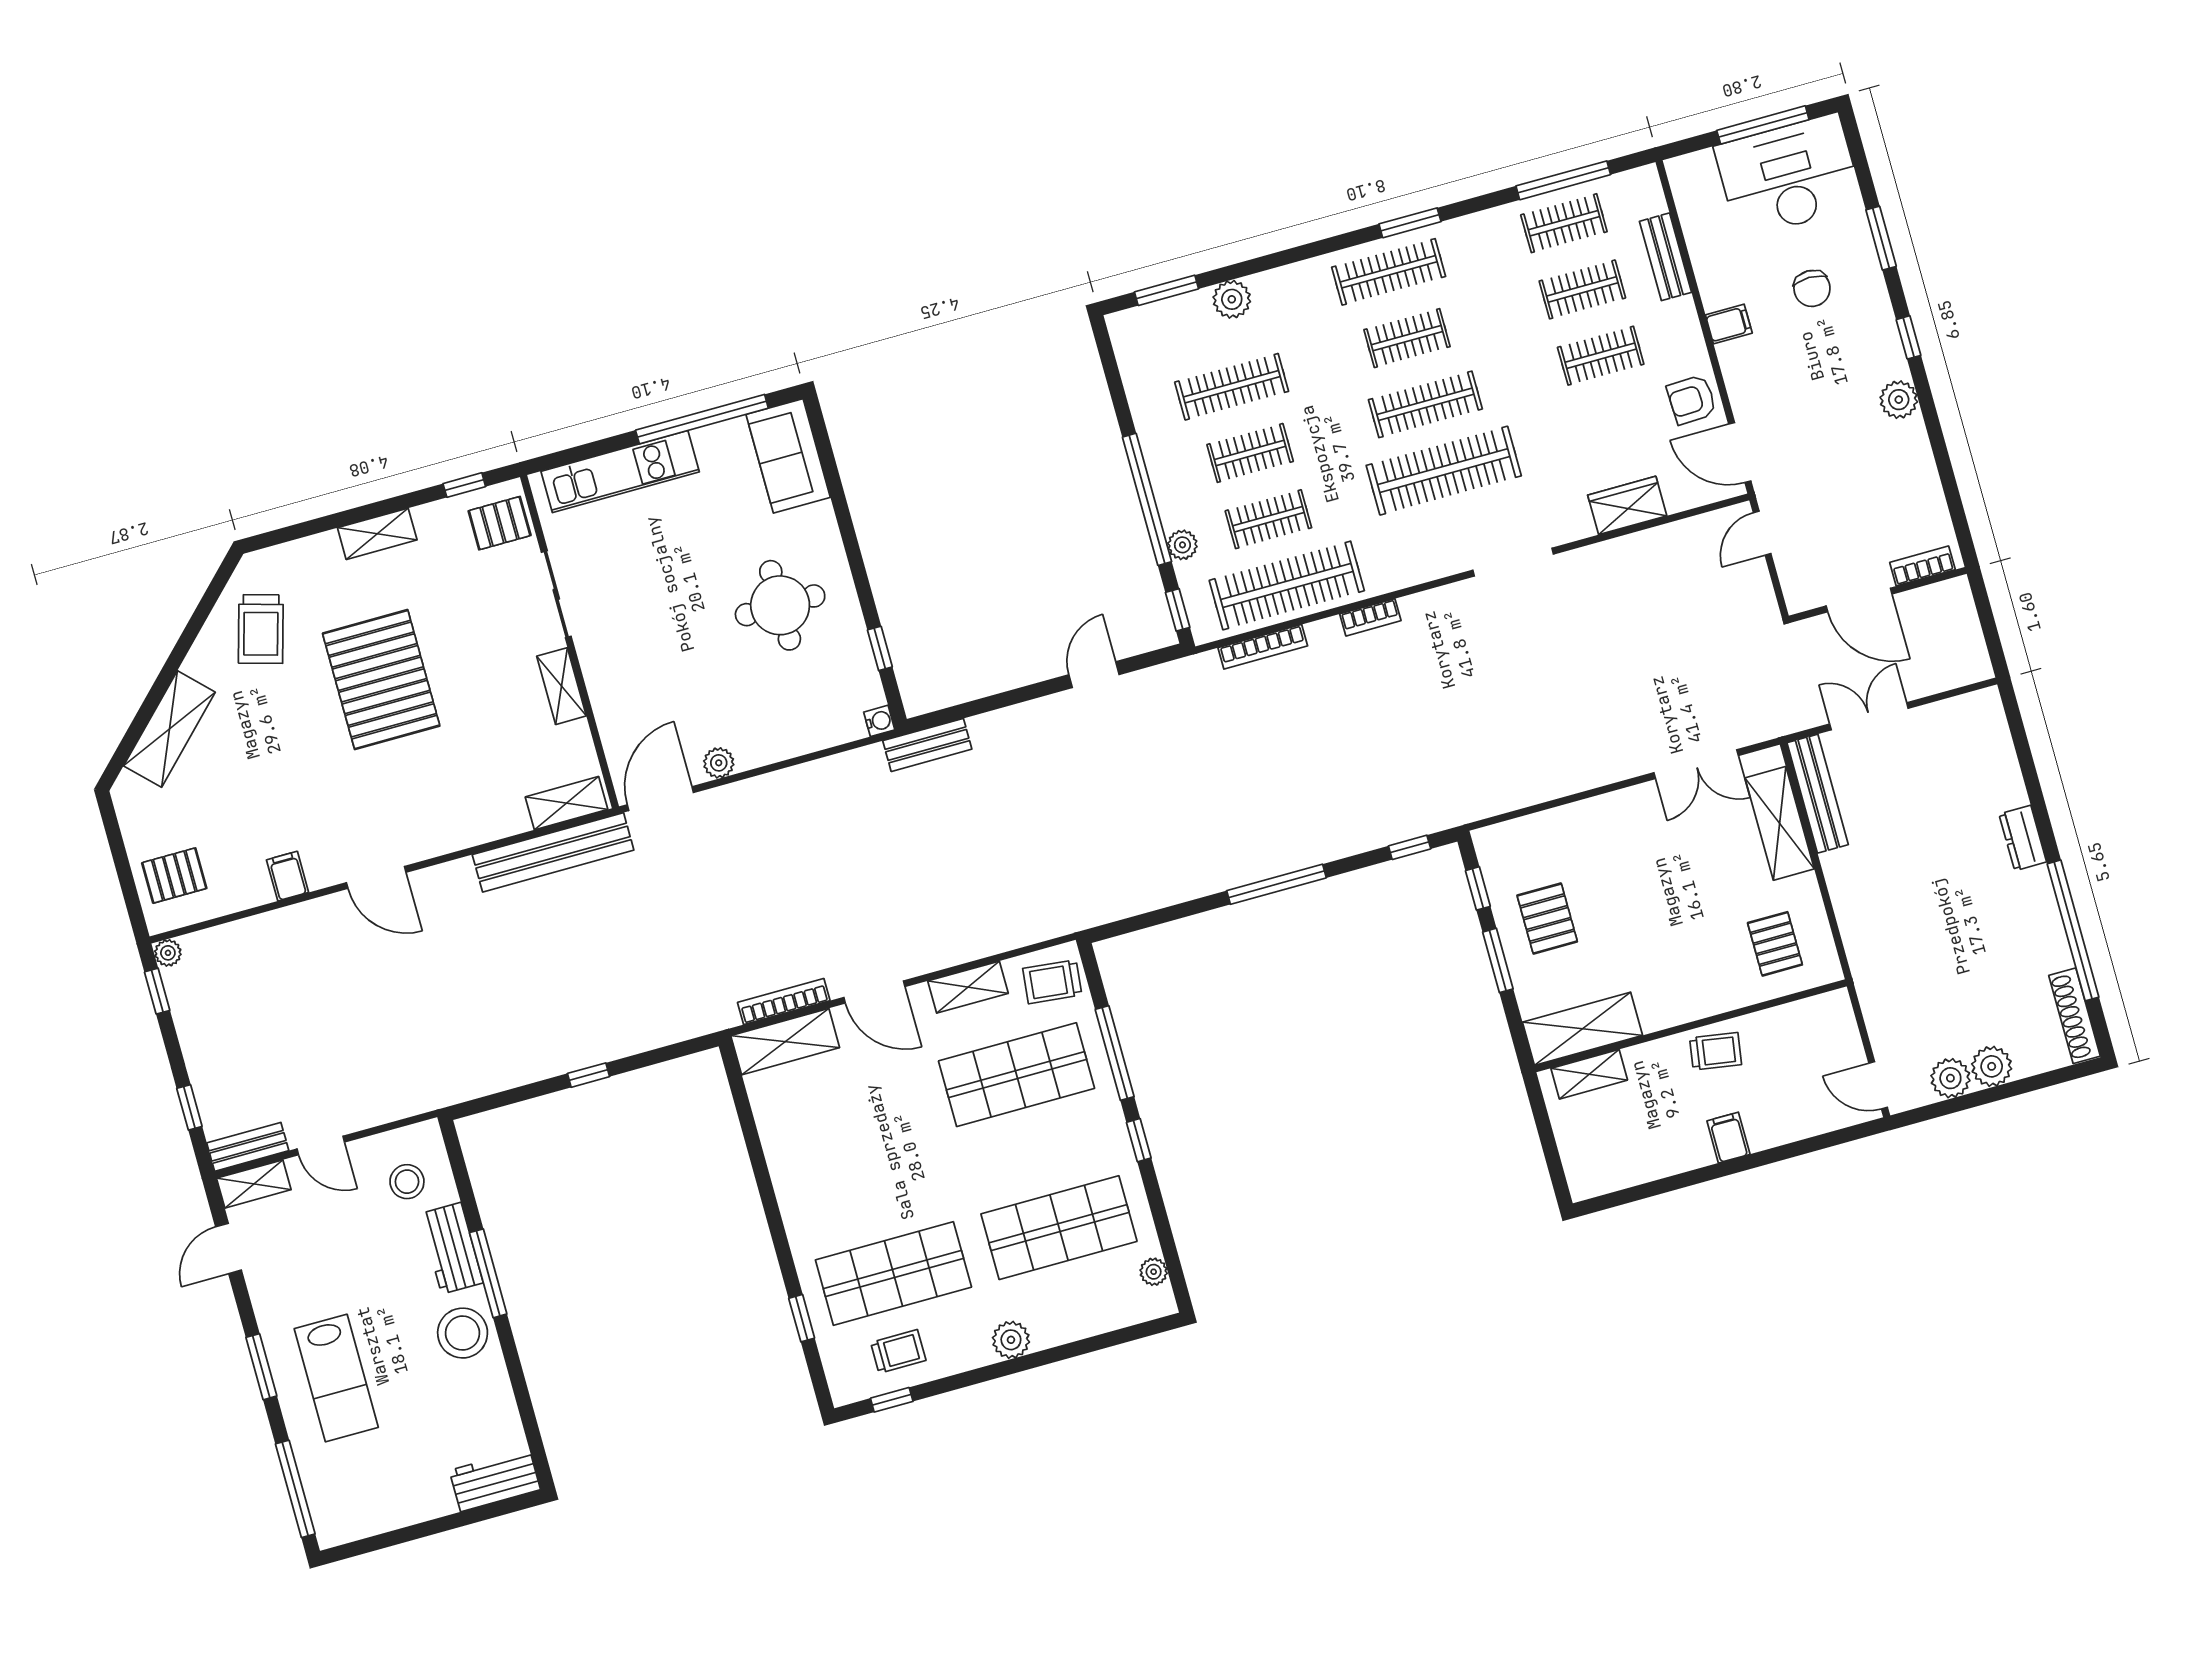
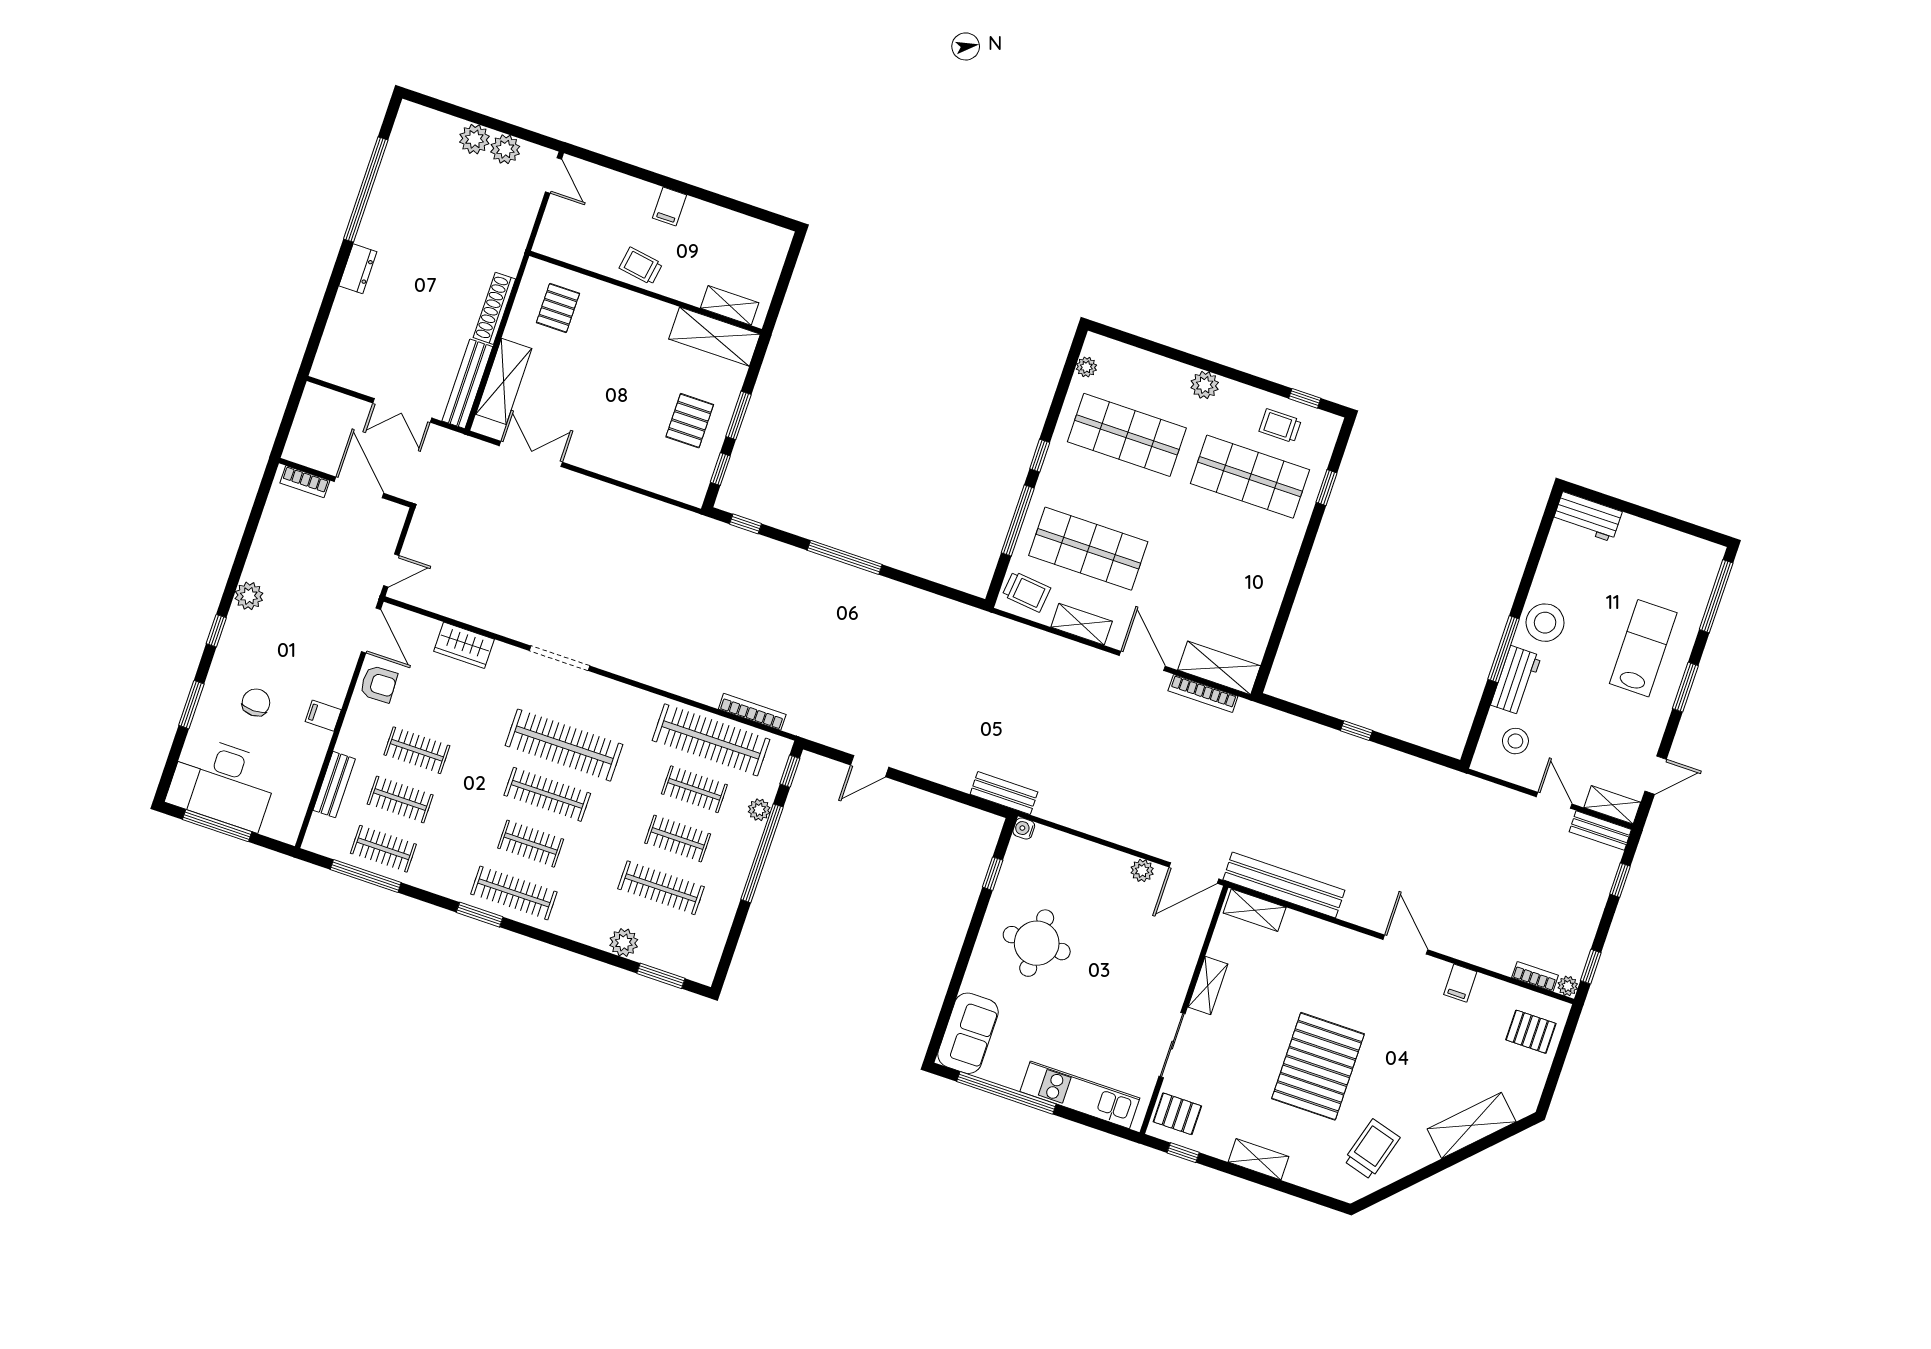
bookcase: (1370, 617) -> (1535, 976), moved
shoe rack: (2075, 1016) -> (494, 308), moved, turned 180

